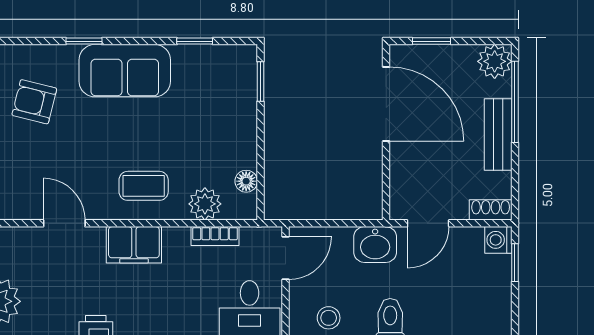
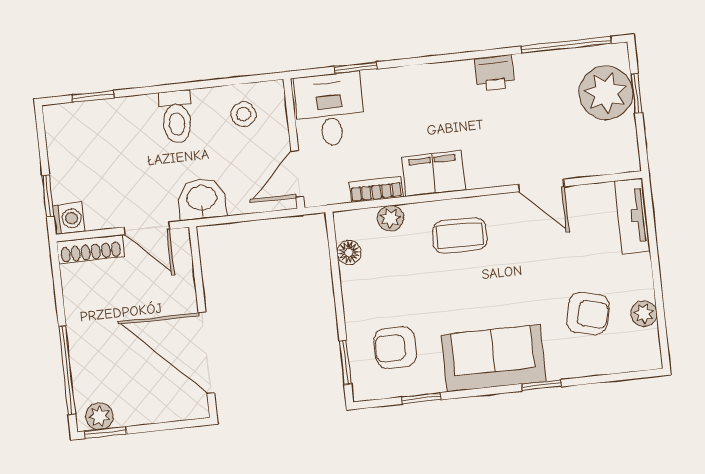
window: (431, 41) -> (106, 433), moved
plant: (495, 61) -> (99, 416), width x0.73, depth x0.73
armchair: (213, 90) -> (395, 348), added
bench: (498, 135) -> (81, 333), removed
plant: (205, 204) -> (390, 218), width x0.73, depth x0.73
shoe rack: (491, 210) -> (90, 249), width x1.43
door: (428, 223) -> (147, 228), swing flipped
filing cabinet: (134, 245) -> (434, 174), moved

